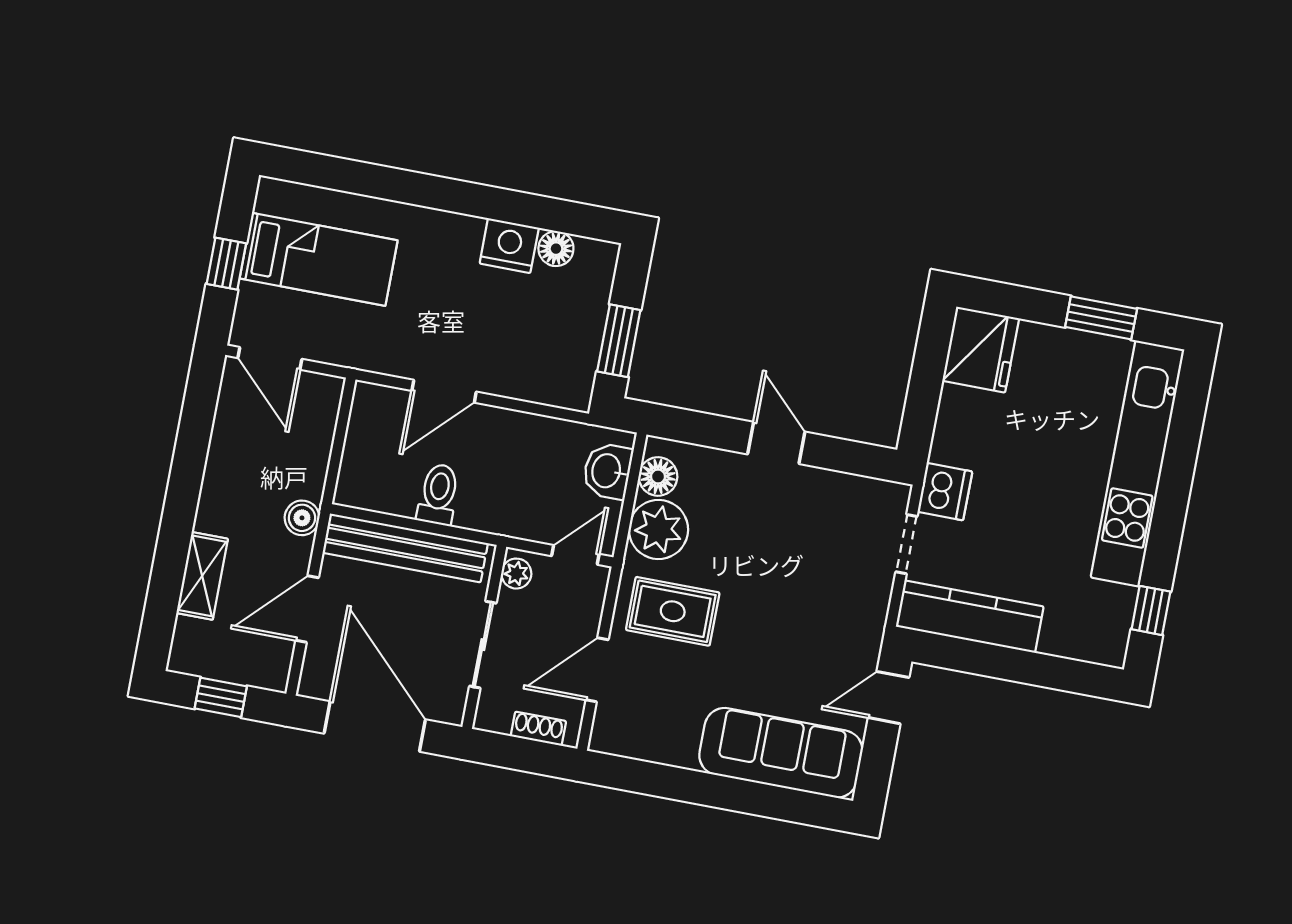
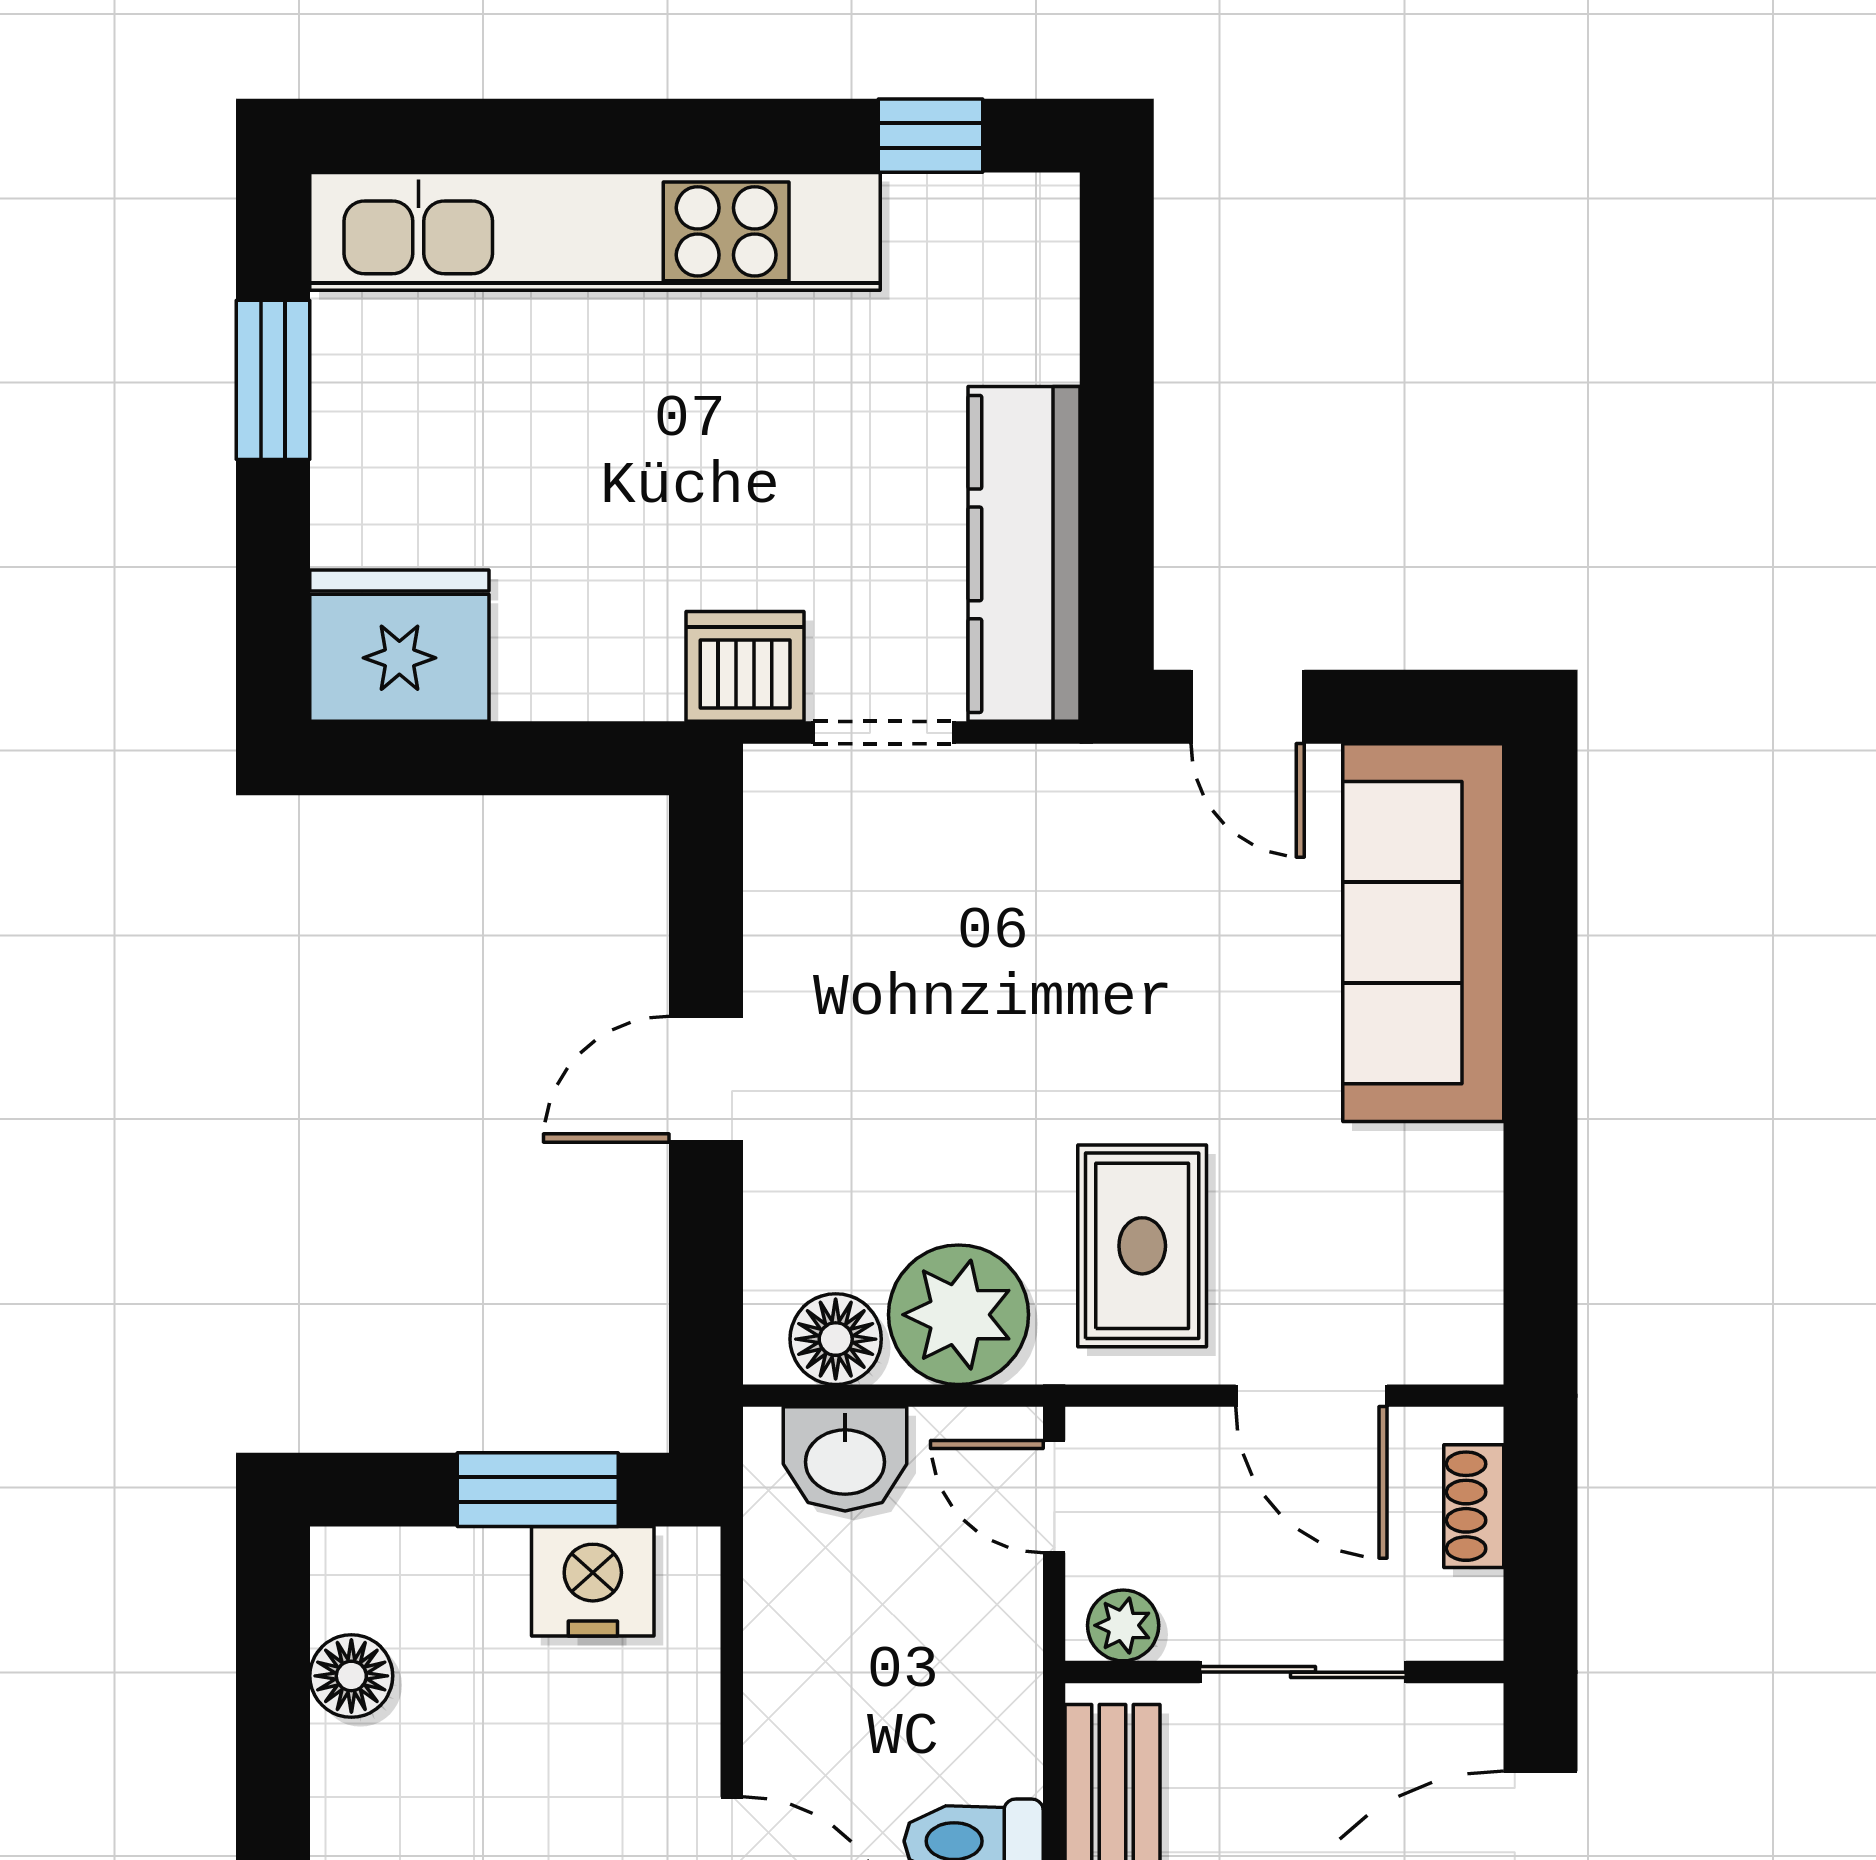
nightstand: (509, 246) -> (593, 1581), moved, turned 90

